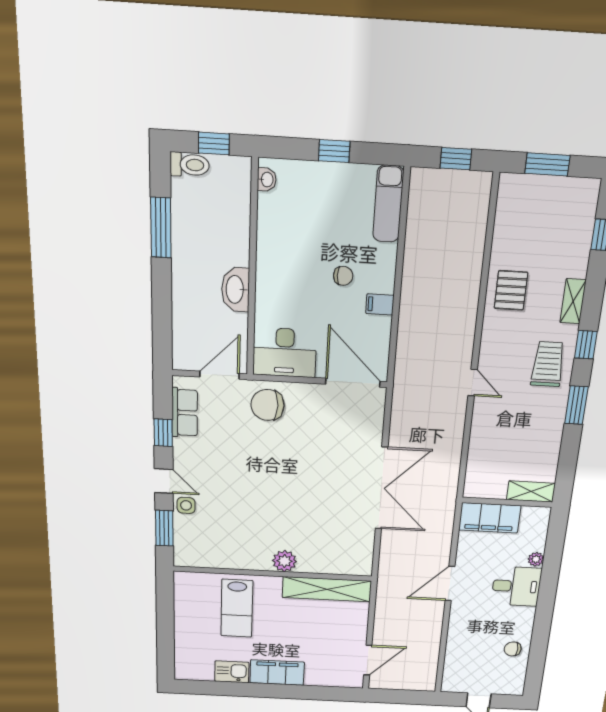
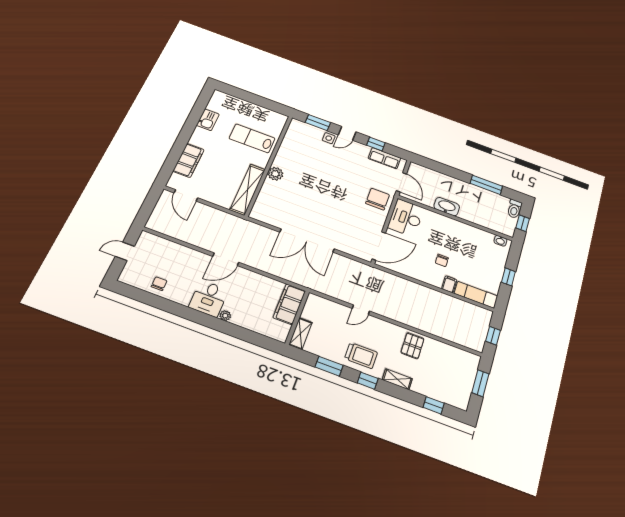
pallet: (511, 290) -> (412, 346), turned 90
filing cabinet: (380, 304) -> (449, 284), moved
shelving: (531, 491) -> (300, 334), moved
wall: (507, 502) -> (297, 317), moved
filing cabinet: (490, 518) -> (289, 304), moved
door: (450, 583) -> (226, 259), swing flipped
filing cabinet: (277, 673) -> (188, 160), moved

